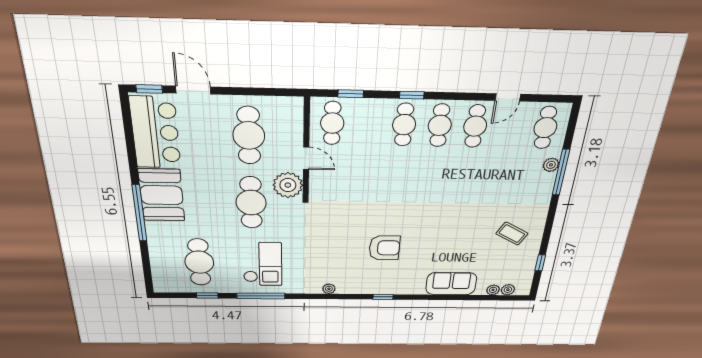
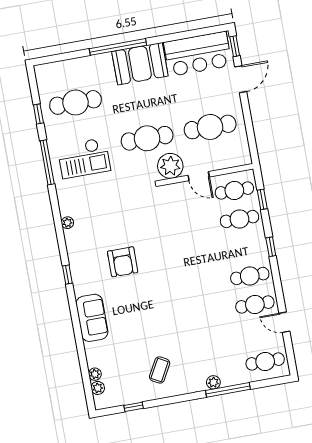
cafe table: (404, 125) -> (239, 219), moved
door: (306, 158) -> (199, 176), hinge flipped
plant: (551, 165) -> (213, 382), moved
sofa: (451, 284) -> (92, 318), moved

